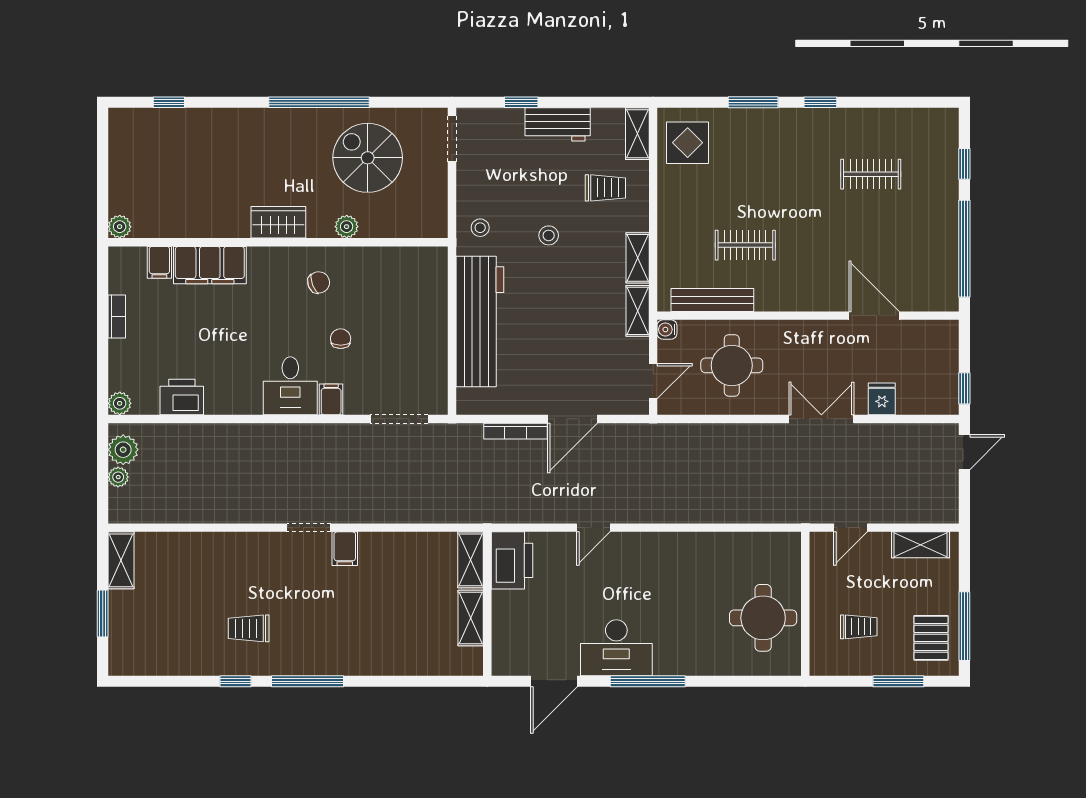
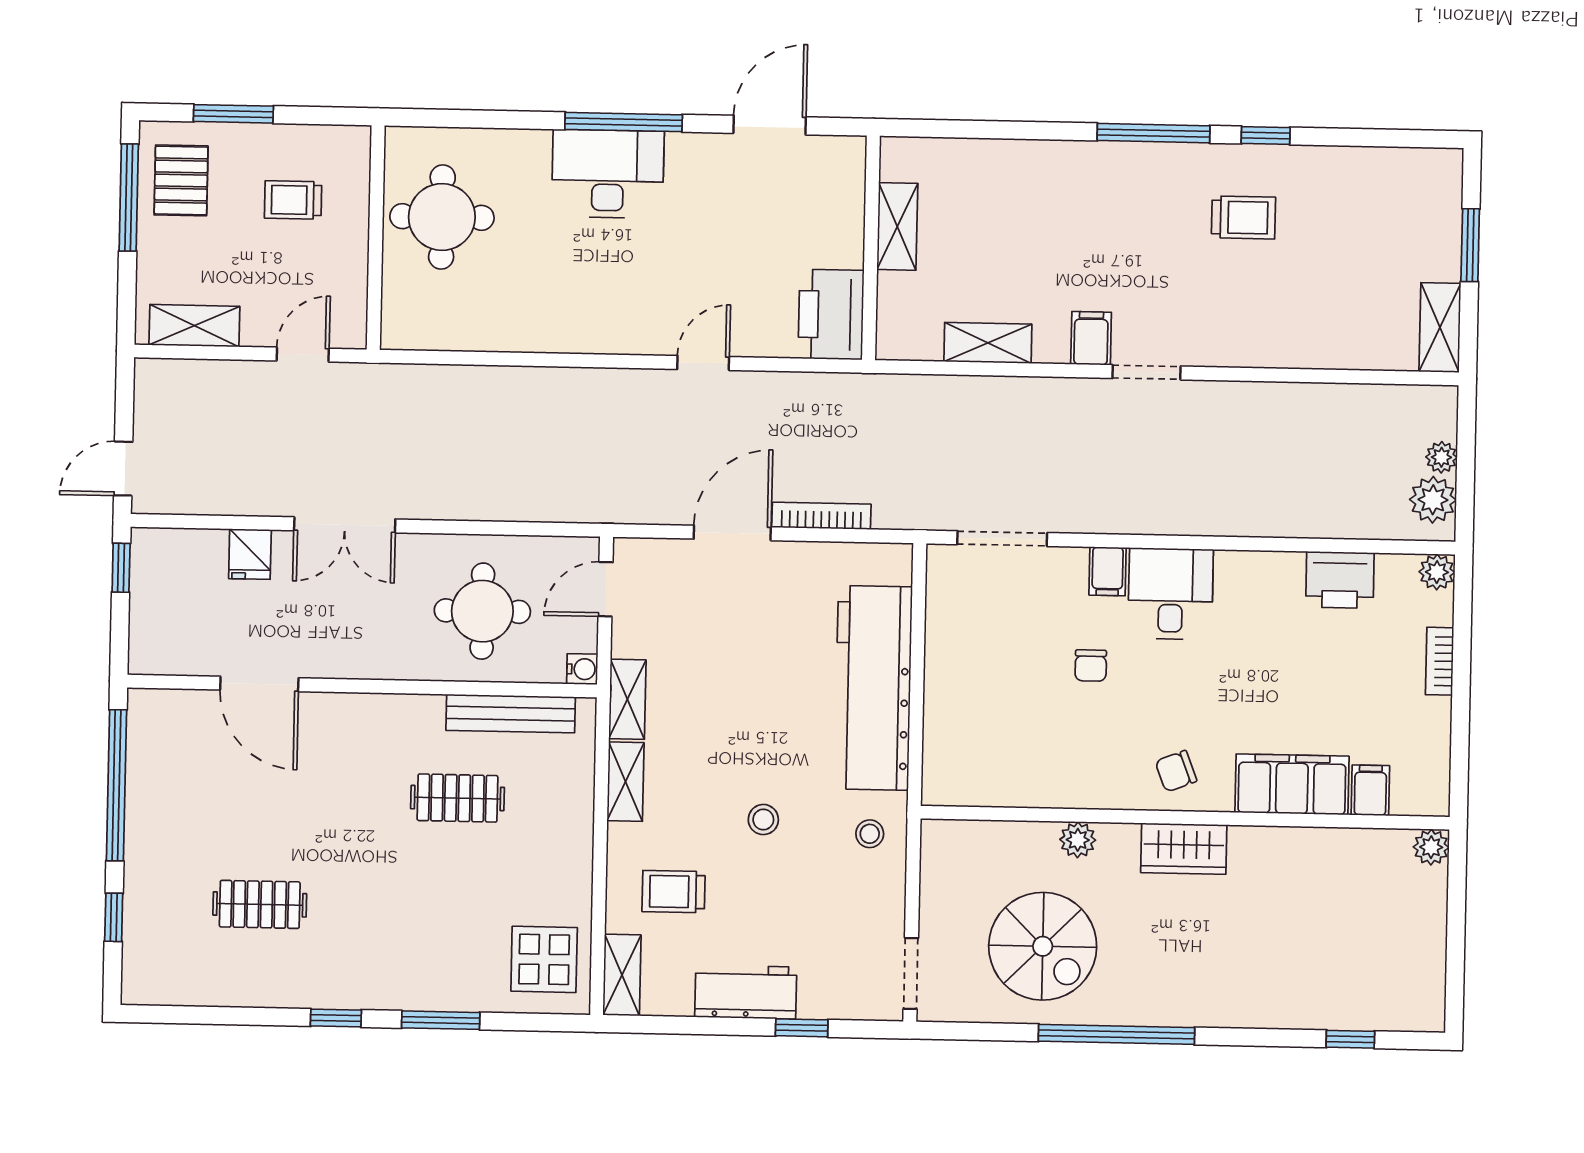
chair: (319, 282) -> (1176, 771), moved
bookcase: (117, 316) -> (1440, 661), moved
shelving: (471, 560) -> (988, 343), moved, turned 90
desk: (616, 648) -> (608, 174), moved

